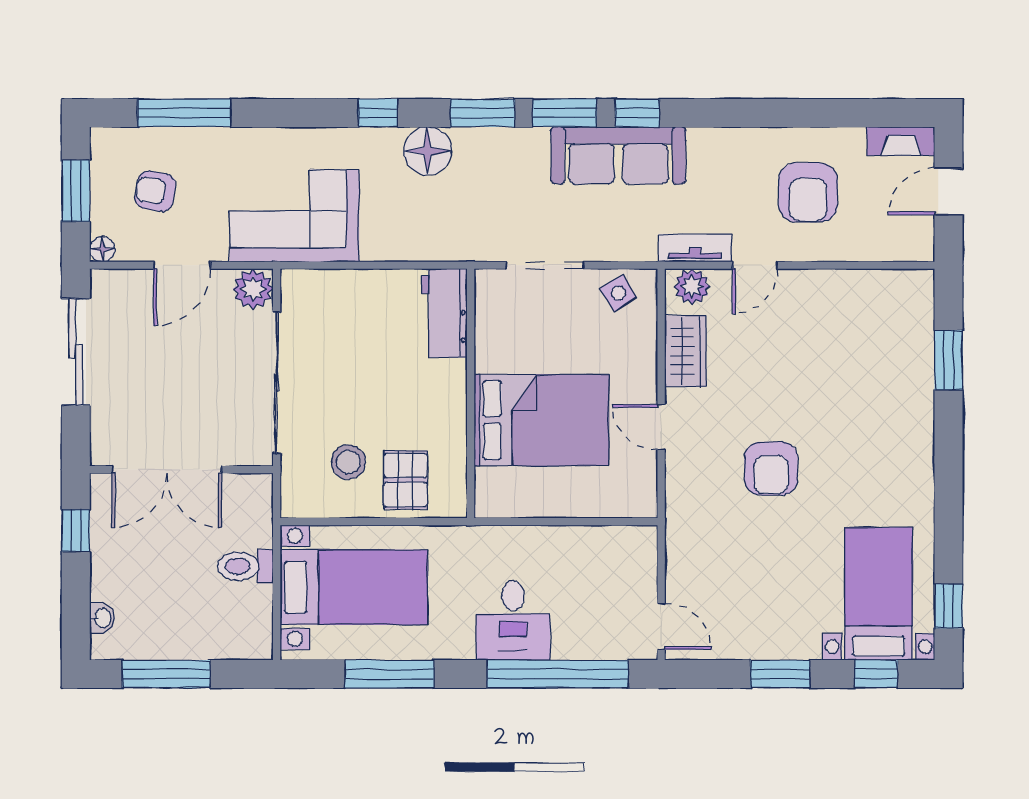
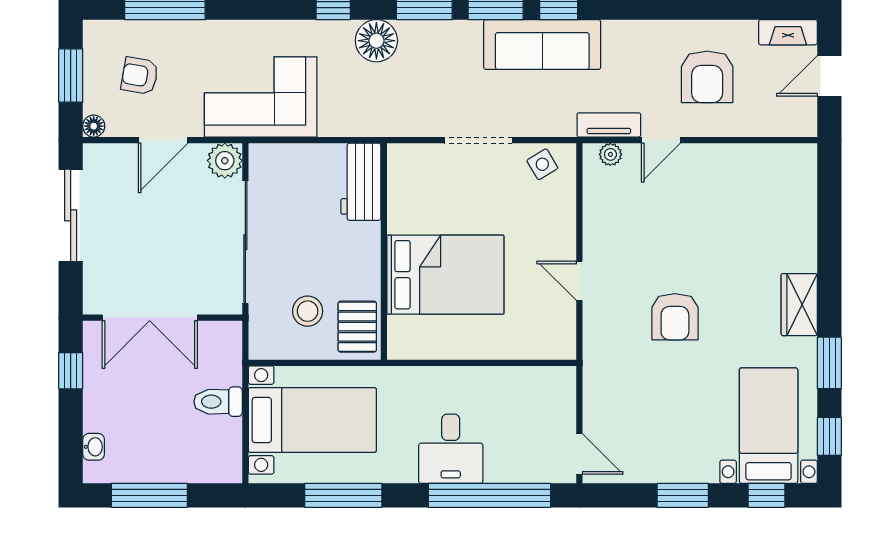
plant: (692, 287) -> (610, 154), width x0.73, depth x0.73
workbench: (444, 313) -> (361, 182), moved
wardrobe: (685, 351) -> (799, 305), moved, turned 180
window: (949, 360) -> (829, 363), moved
wall: (471, 393) -> (384, 251), moved
bed: (541, 420) -> (445, 275), moved

